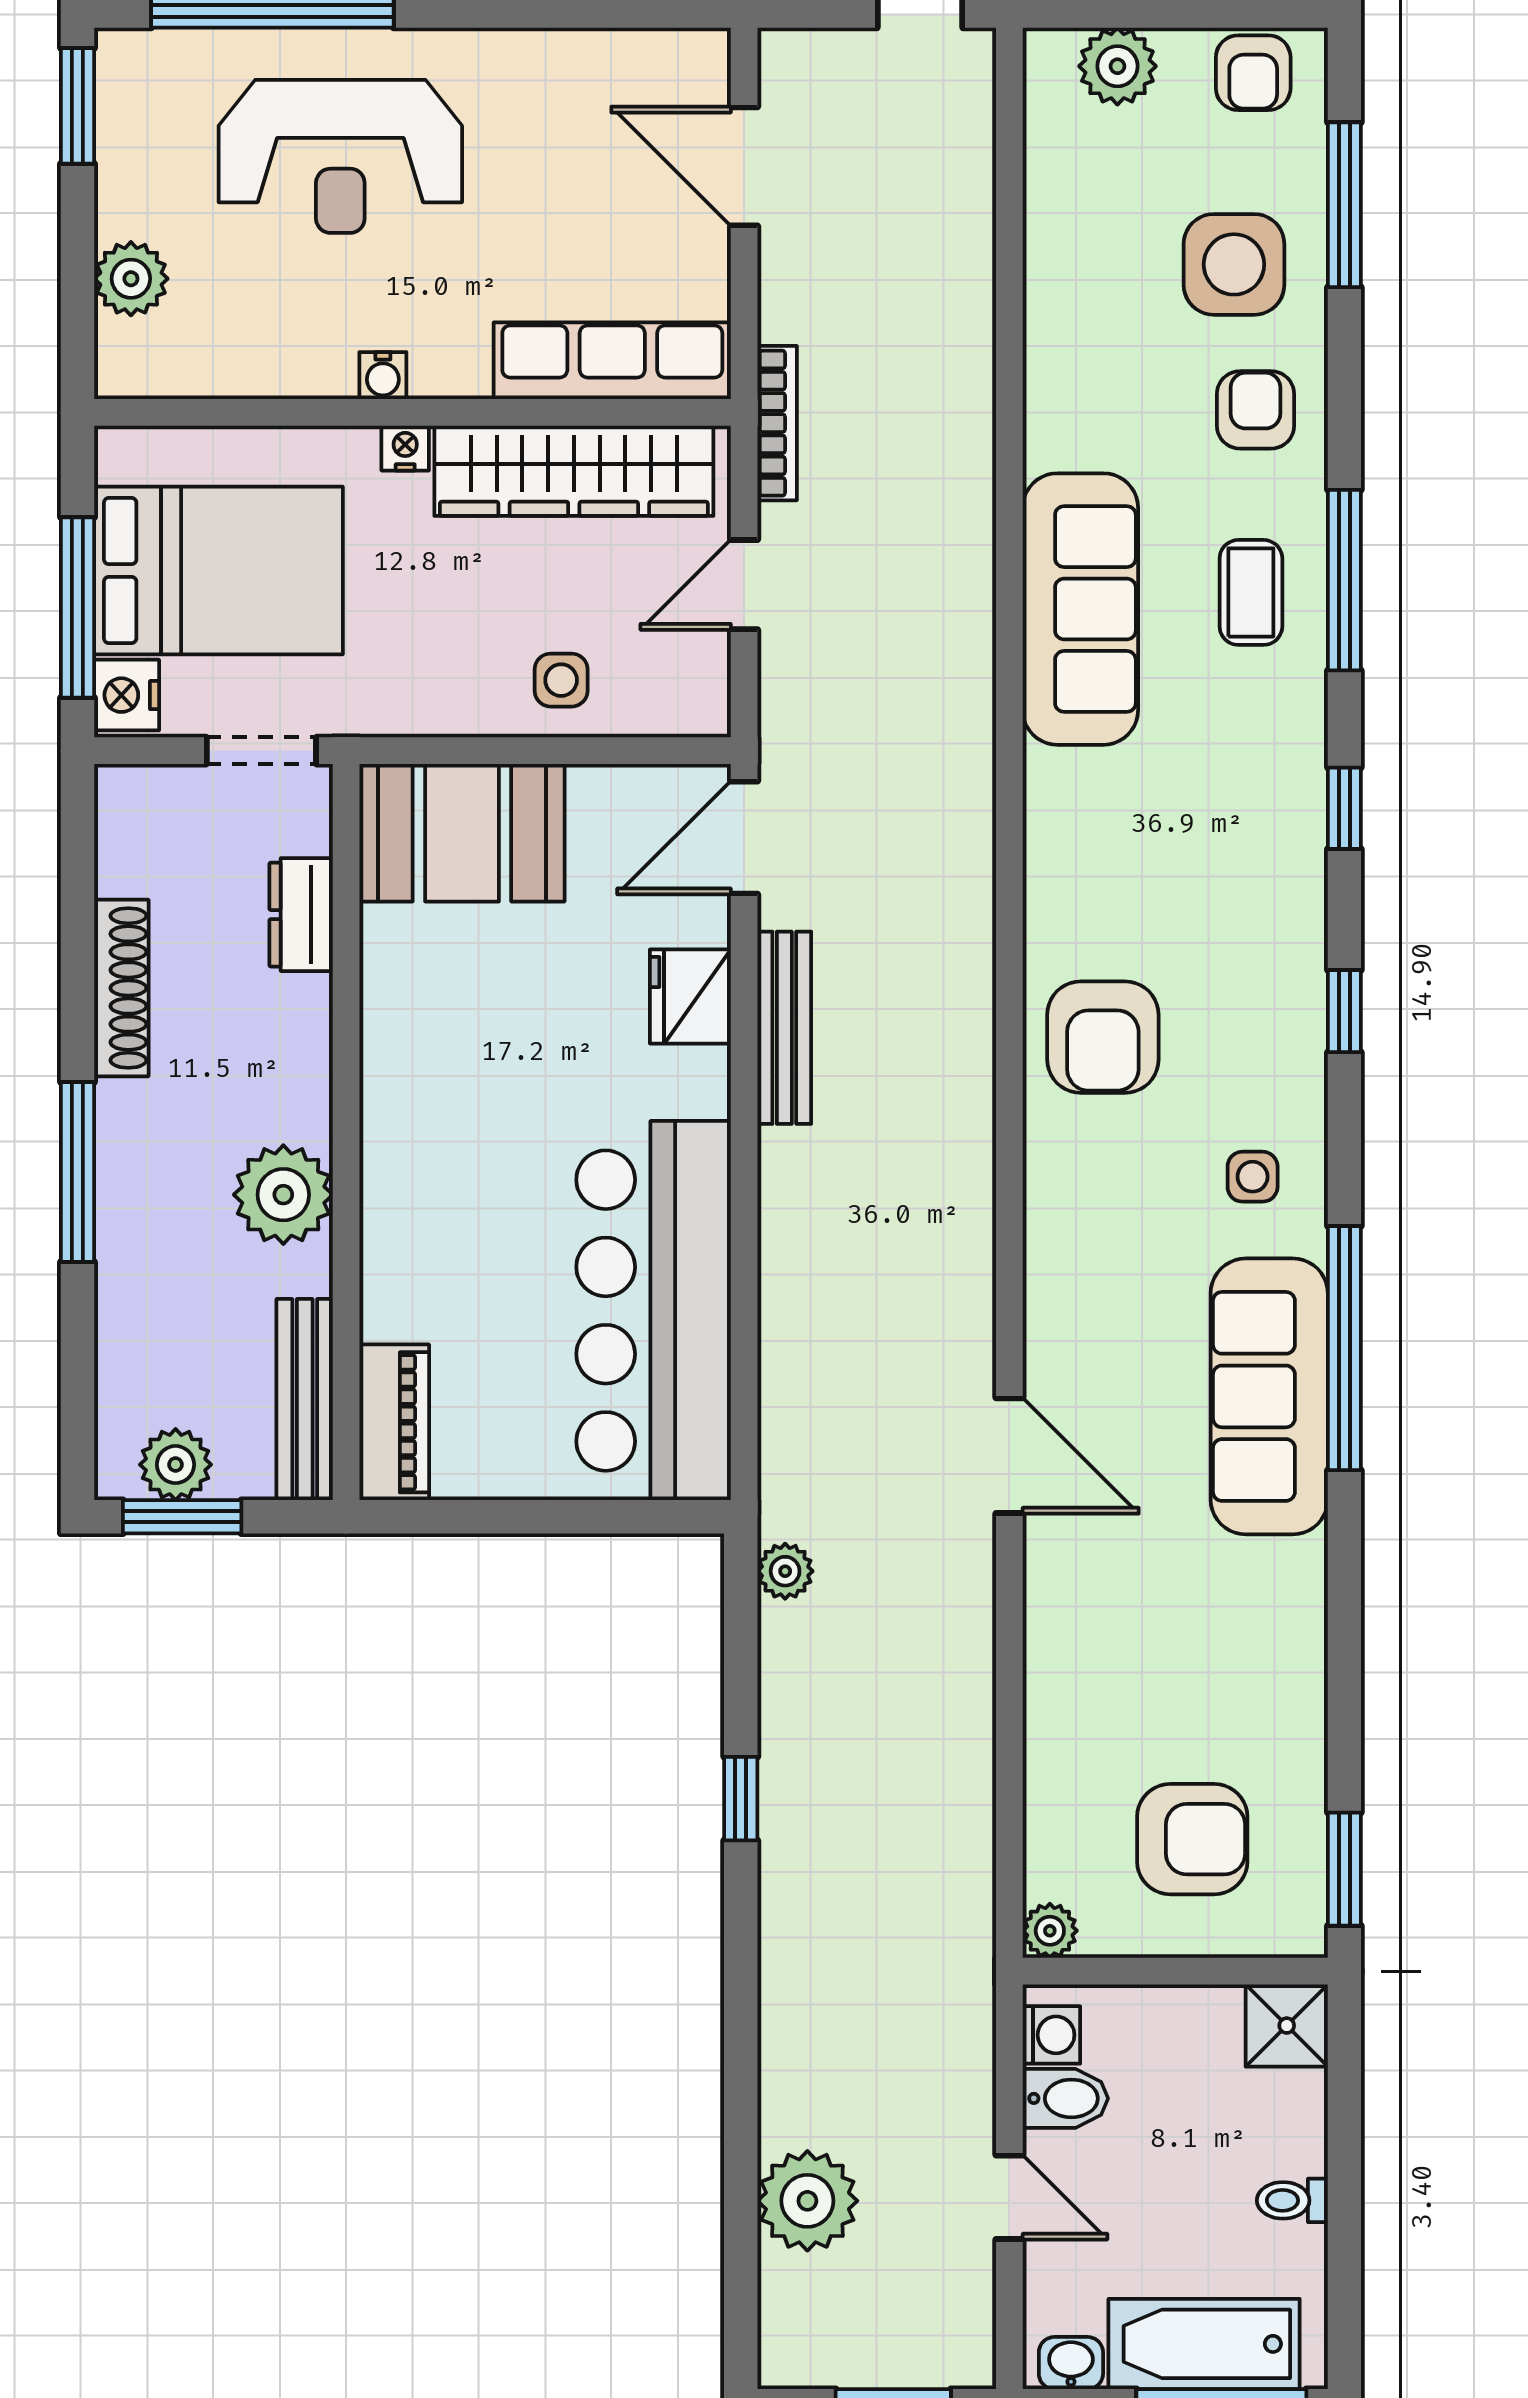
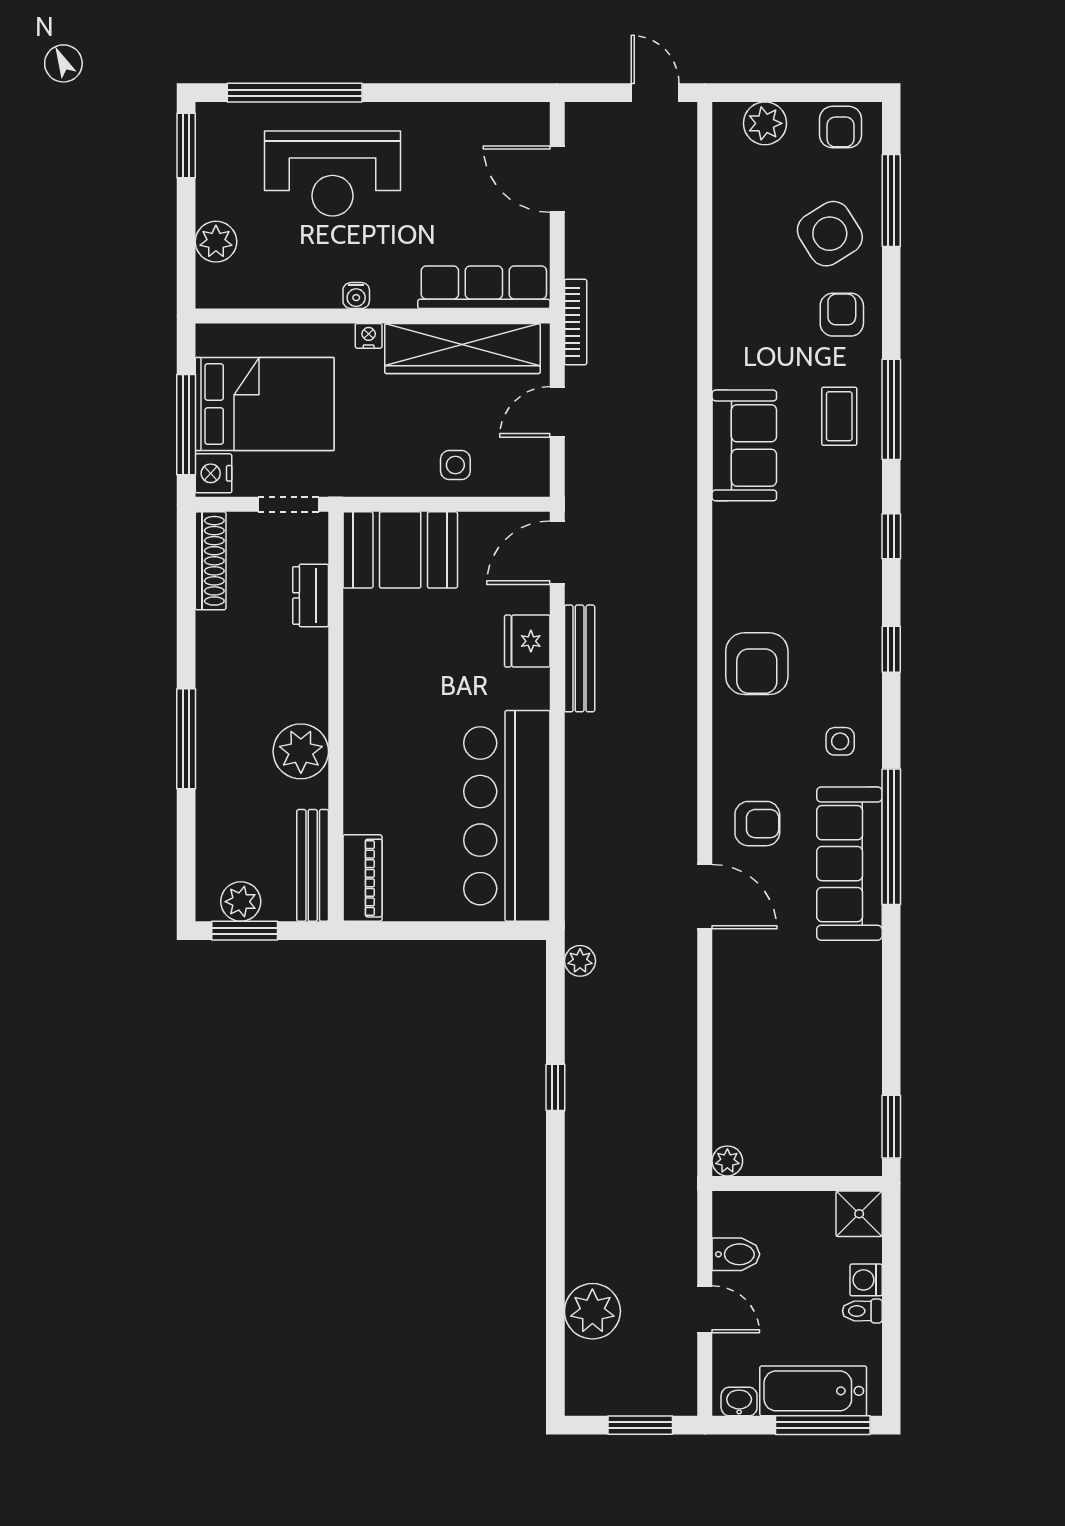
side table: (1234, 264) -> (830, 234), turned -32
sofa: (1080, 609) -> (744, 445), width x0.73
shoe rack: (121, 988) -> (211, 561), moved
armchair: (1192, 1839) -> (757, 824), moved, width x0.72, depth x0.72
washing machine: (1051, 2035) -> (866, 1280), moved, turned 180

